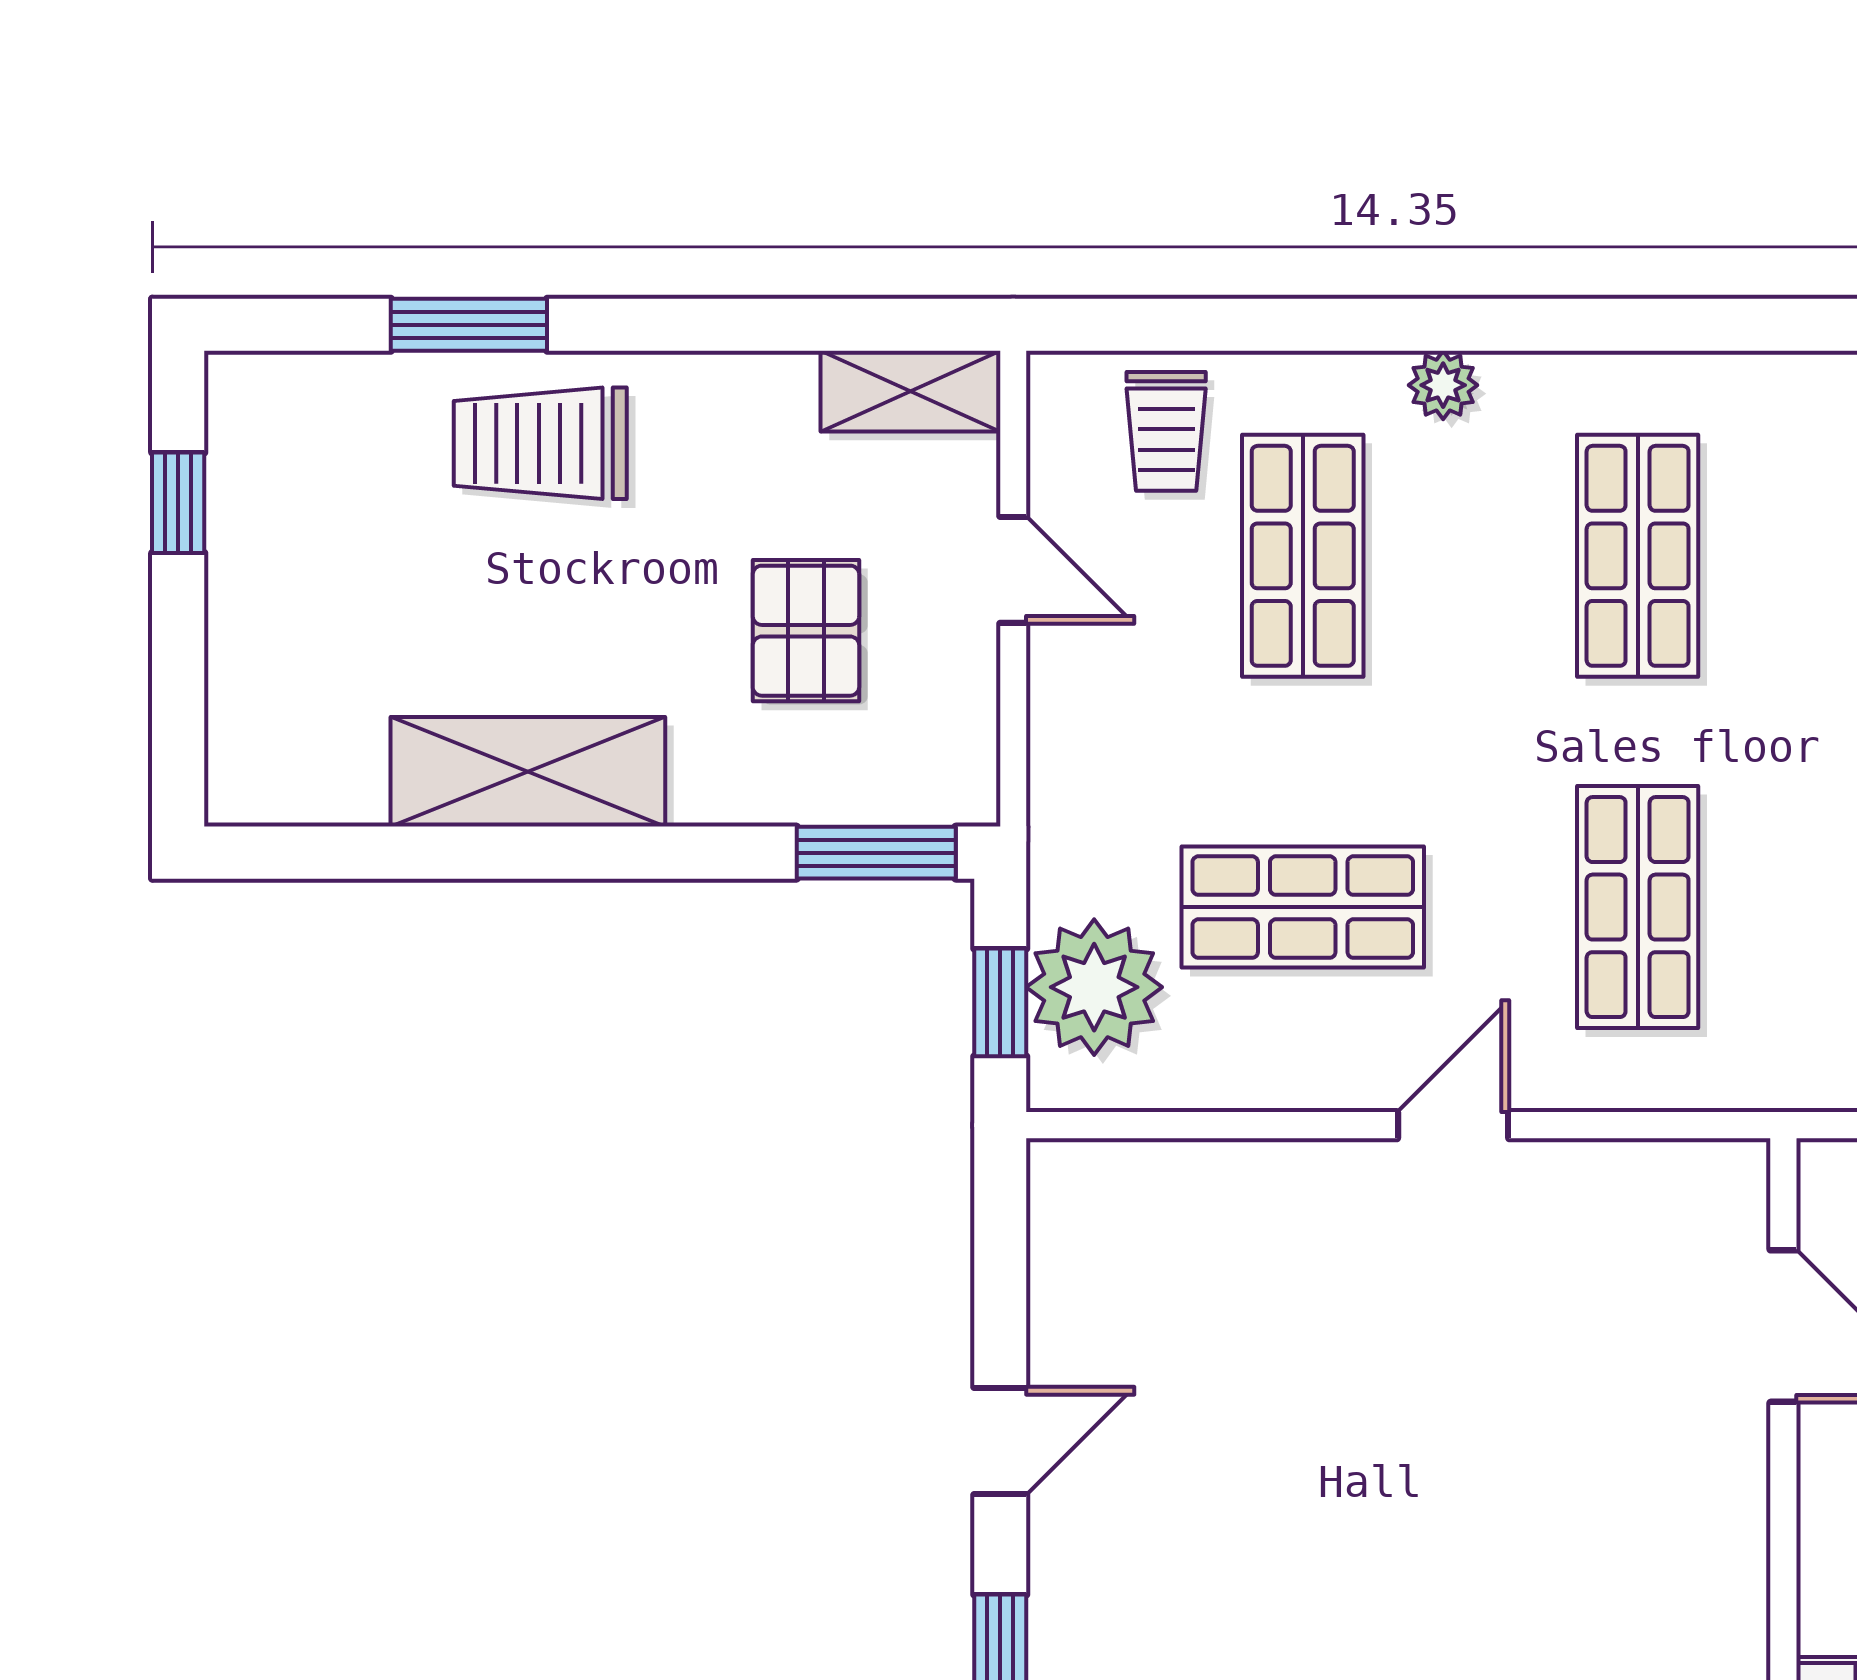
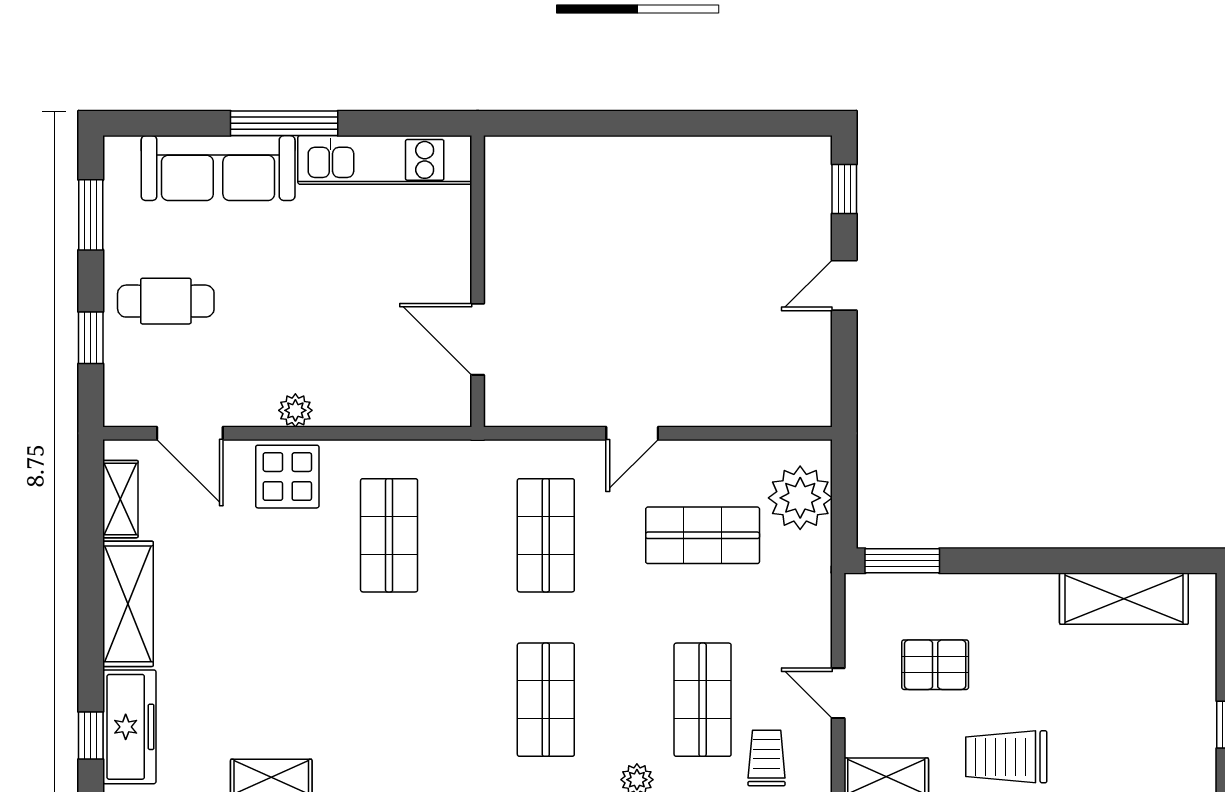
trolley: (540, 443) -> (1006, 757), moved, turned 180
pallet: (806, 631) -> (935, 665), turned 90
shelving: (528, 772) -> (1124, 599), moved
window: (1000, 1002) -> (844, 491), removed

